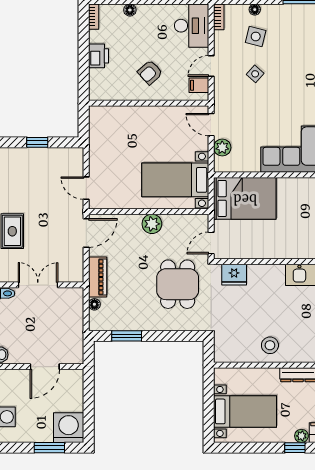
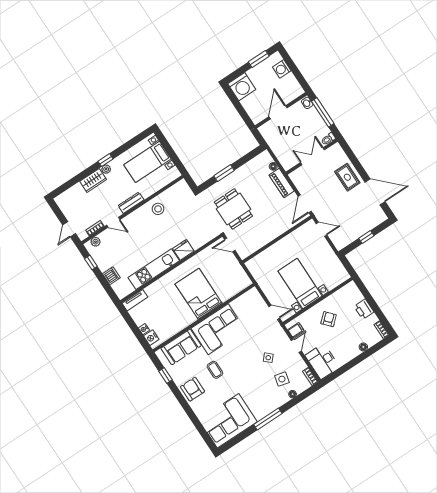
plant: (222, 148) -> (259, 303), removed
bed with nightstands: (175, 180) -> (300, 284), moved, turned -90
bed: (245, 198) -> (199, 294), moved, turned 90
plant: (152, 224) -> (271, 234), removed
door: (211, 243) -> (230, 245), swing flipped
fridge: (234, 275) -> (183, 250), moved
double door: (38, 285) -> (313, 156), swing flipped
window: (127, 336) -> (224, 173), moved
window: (49, 448) -> (259, 59), moved

